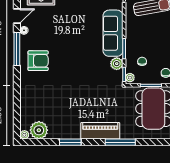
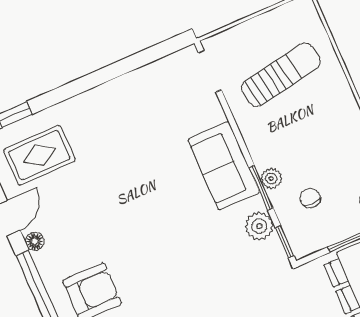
sofa: (113, 33) -> (224, 166), width x0.73
plant: (130, 78) -> (271, 178), moved

